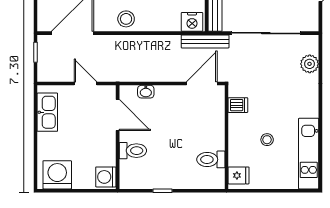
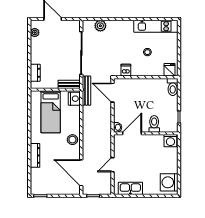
door: (118, 115) -> (132, 133), moved
wall: (118, 137) -> (146, 133), moved
toilet: (133, 151) -> (154, 124), moved
toilet: (211, 159) -> (173, 87), moved
washing machine: (106, 177) -> (170, 141), moved

